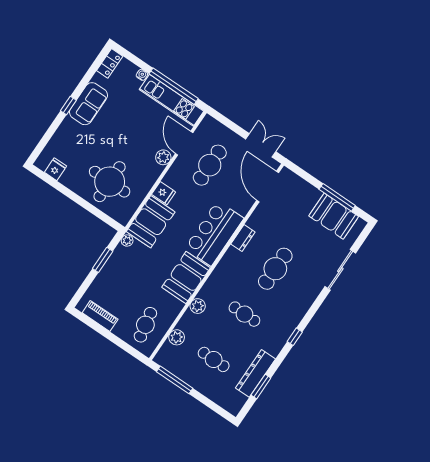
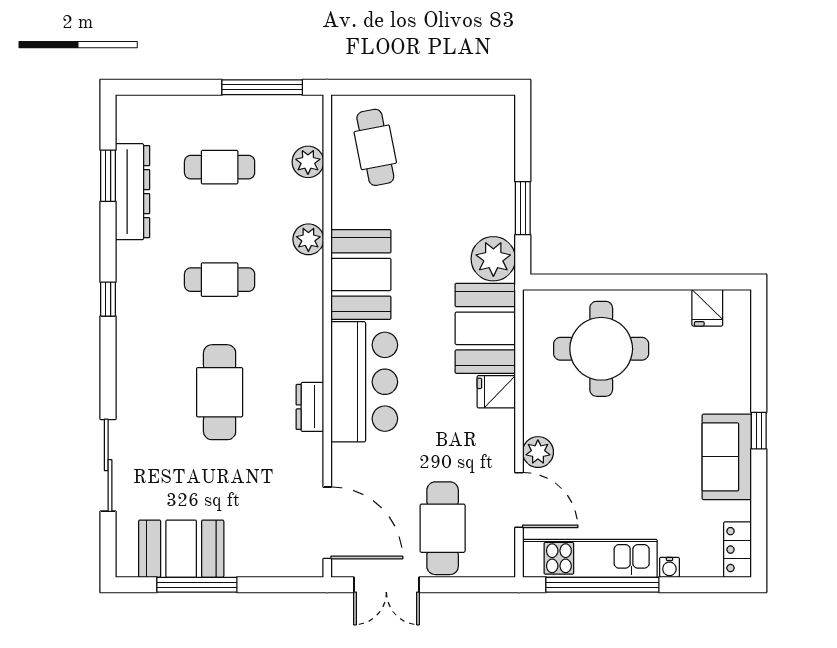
cafe table: (210, 165) -> (443, 528), moved
plant: (127, 241) -> (493, 259), width x1.87, depth x1.87
piano: (100, 316) -> (462, 110), removed

